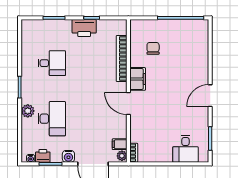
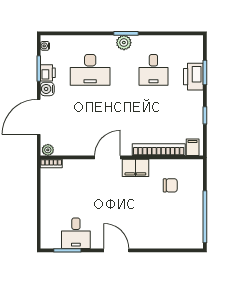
printer: (84, 28) -> (193, 77), moved
plant: (28, 111) -> (124, 43), moved
filing cabinet: (120, 144) -> (193, 147), moved
desk: (186, 149) -> (76, 233), moved, turned -90
printer: (43, 156) -> (48, 73), moved

